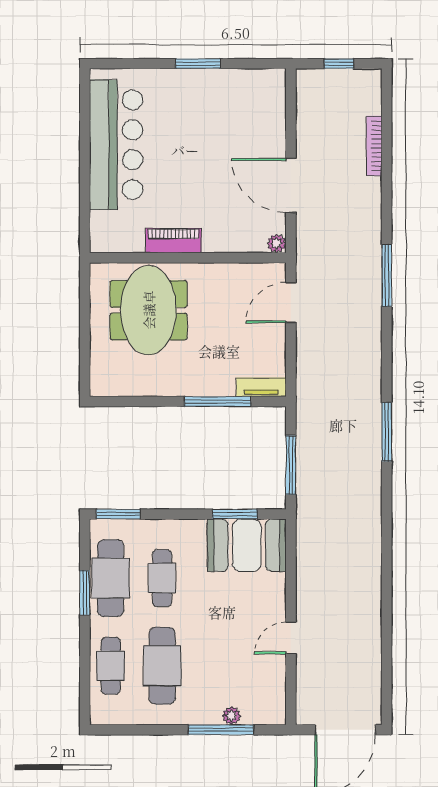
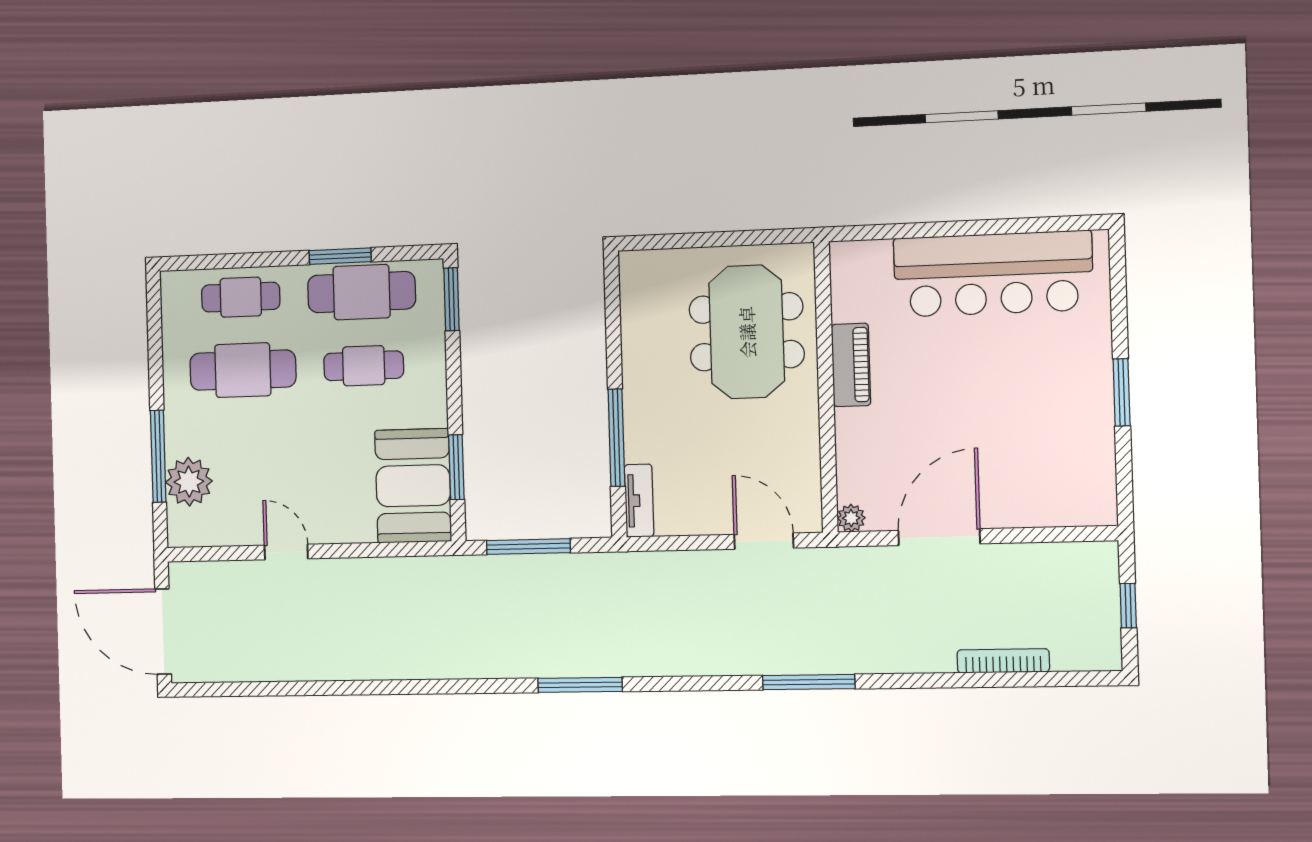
meeting table: (149, 310) -> (747, 332), turned 90
plant: (231, 716) -> (189, 482), width x1.87, depth x1.87

